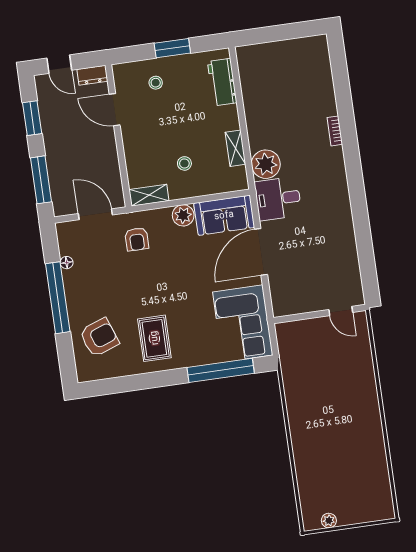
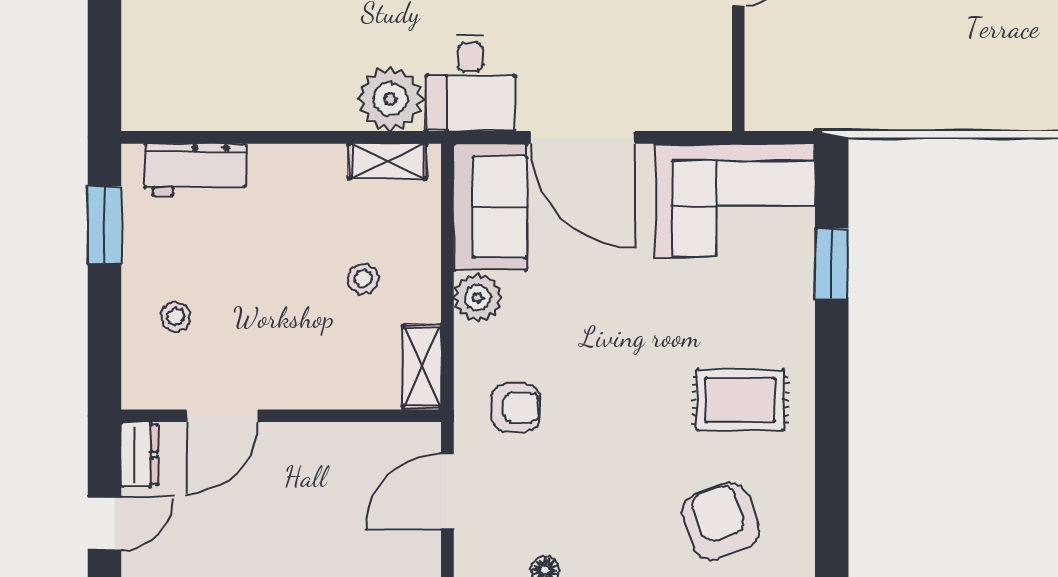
window: (172, 48) -> (104, 225), moved
shelving: (235, 148) -> (387, 161), moved
window: (221, 370) -> (832, 264), width x0.47

